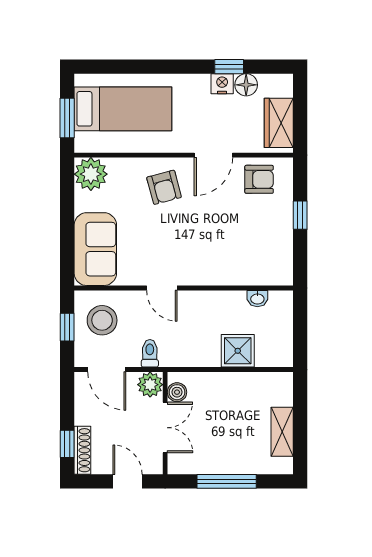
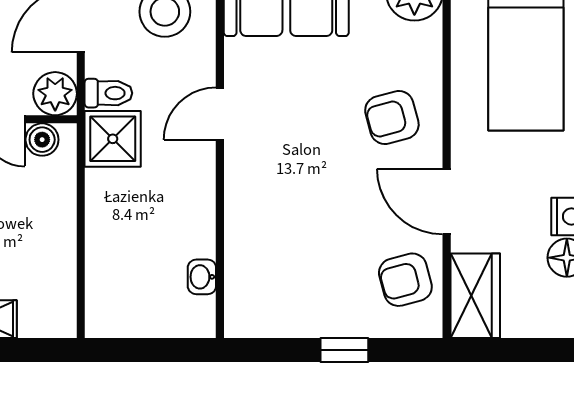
wardrobe: (279, 123) -> (475, 296), moved, turned 90
armchair: (259, 179) -> (405, 280), turned 75
shower: (238, 351) -> (113, 139), moved

